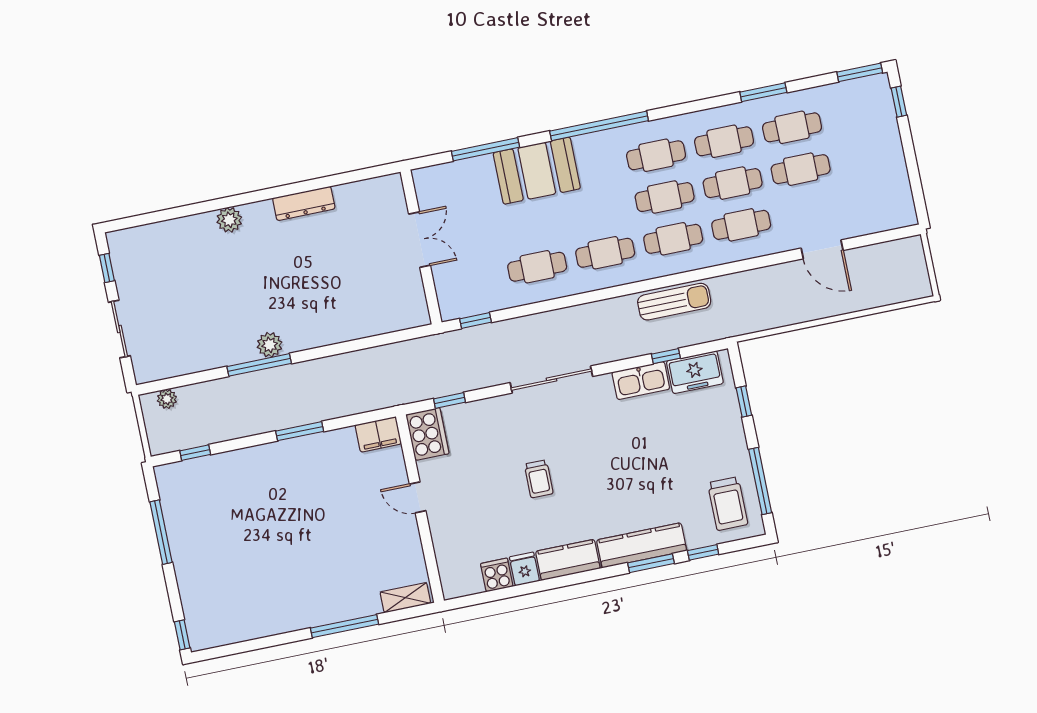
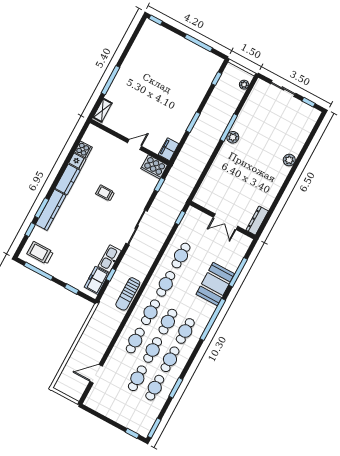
dresser: (304, 203) -> (257, 221), moved
door: (822, 249) -> (96, 374), moved

